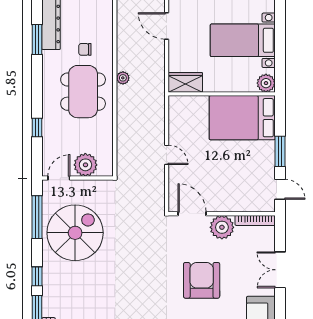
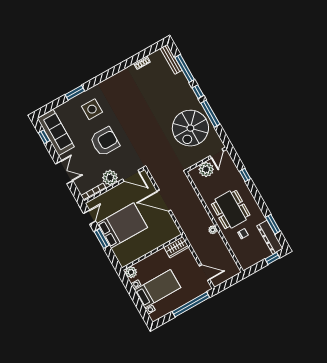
bed: (242, 118) -> (122, 226), moved
door: (167, 155) -> (164, 201), width x1.87
door: (280, 189) -> (90, 217), swing flipped
window: (37, 217) -> (210, 114), moved
armchair: (202, 280) -> (105, 142), turned -90

